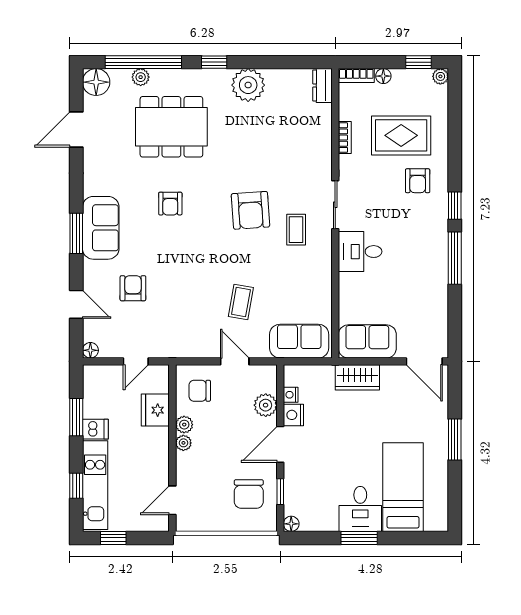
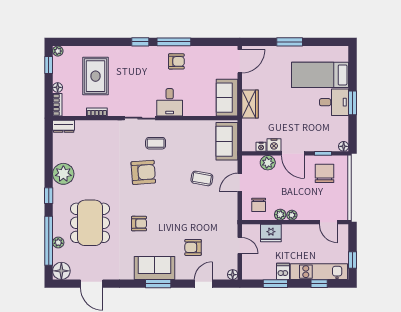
armchair: (418, 181) -> (176, 61), moved
chair: (249, 494) -> (324, 173), turned -90

